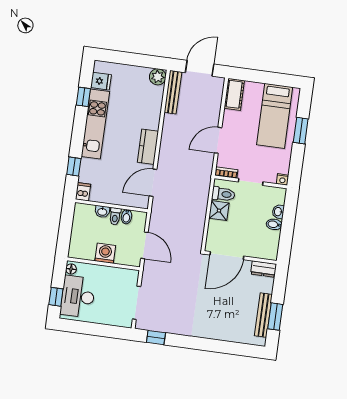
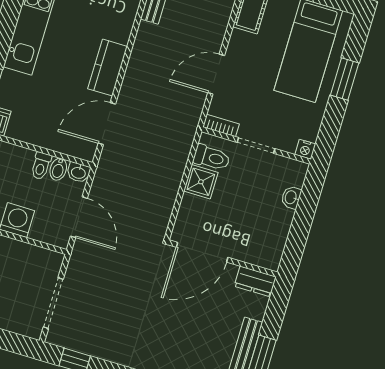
washbasin: (102, 212) -> (78, 172), moved
bidet: (274, 224) -> (282, 216), removed

